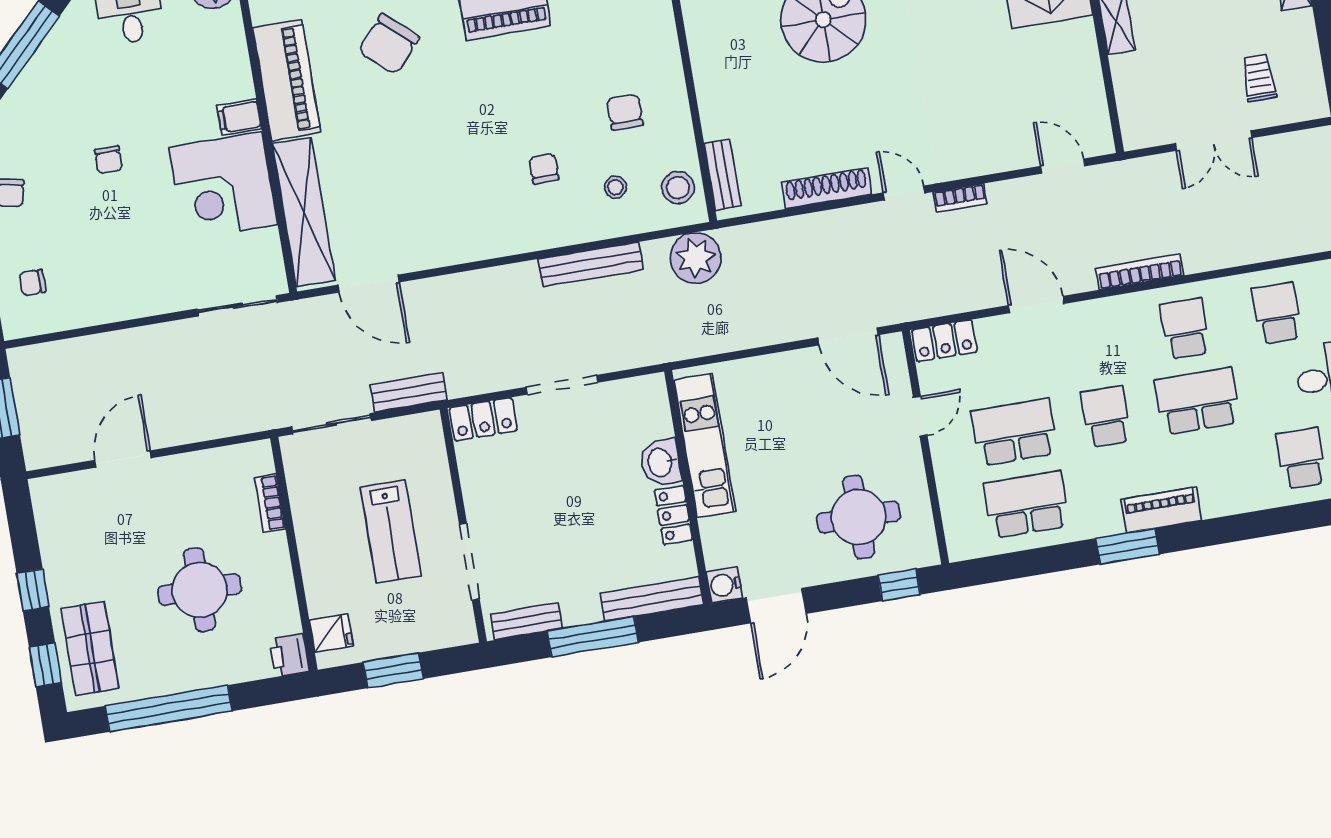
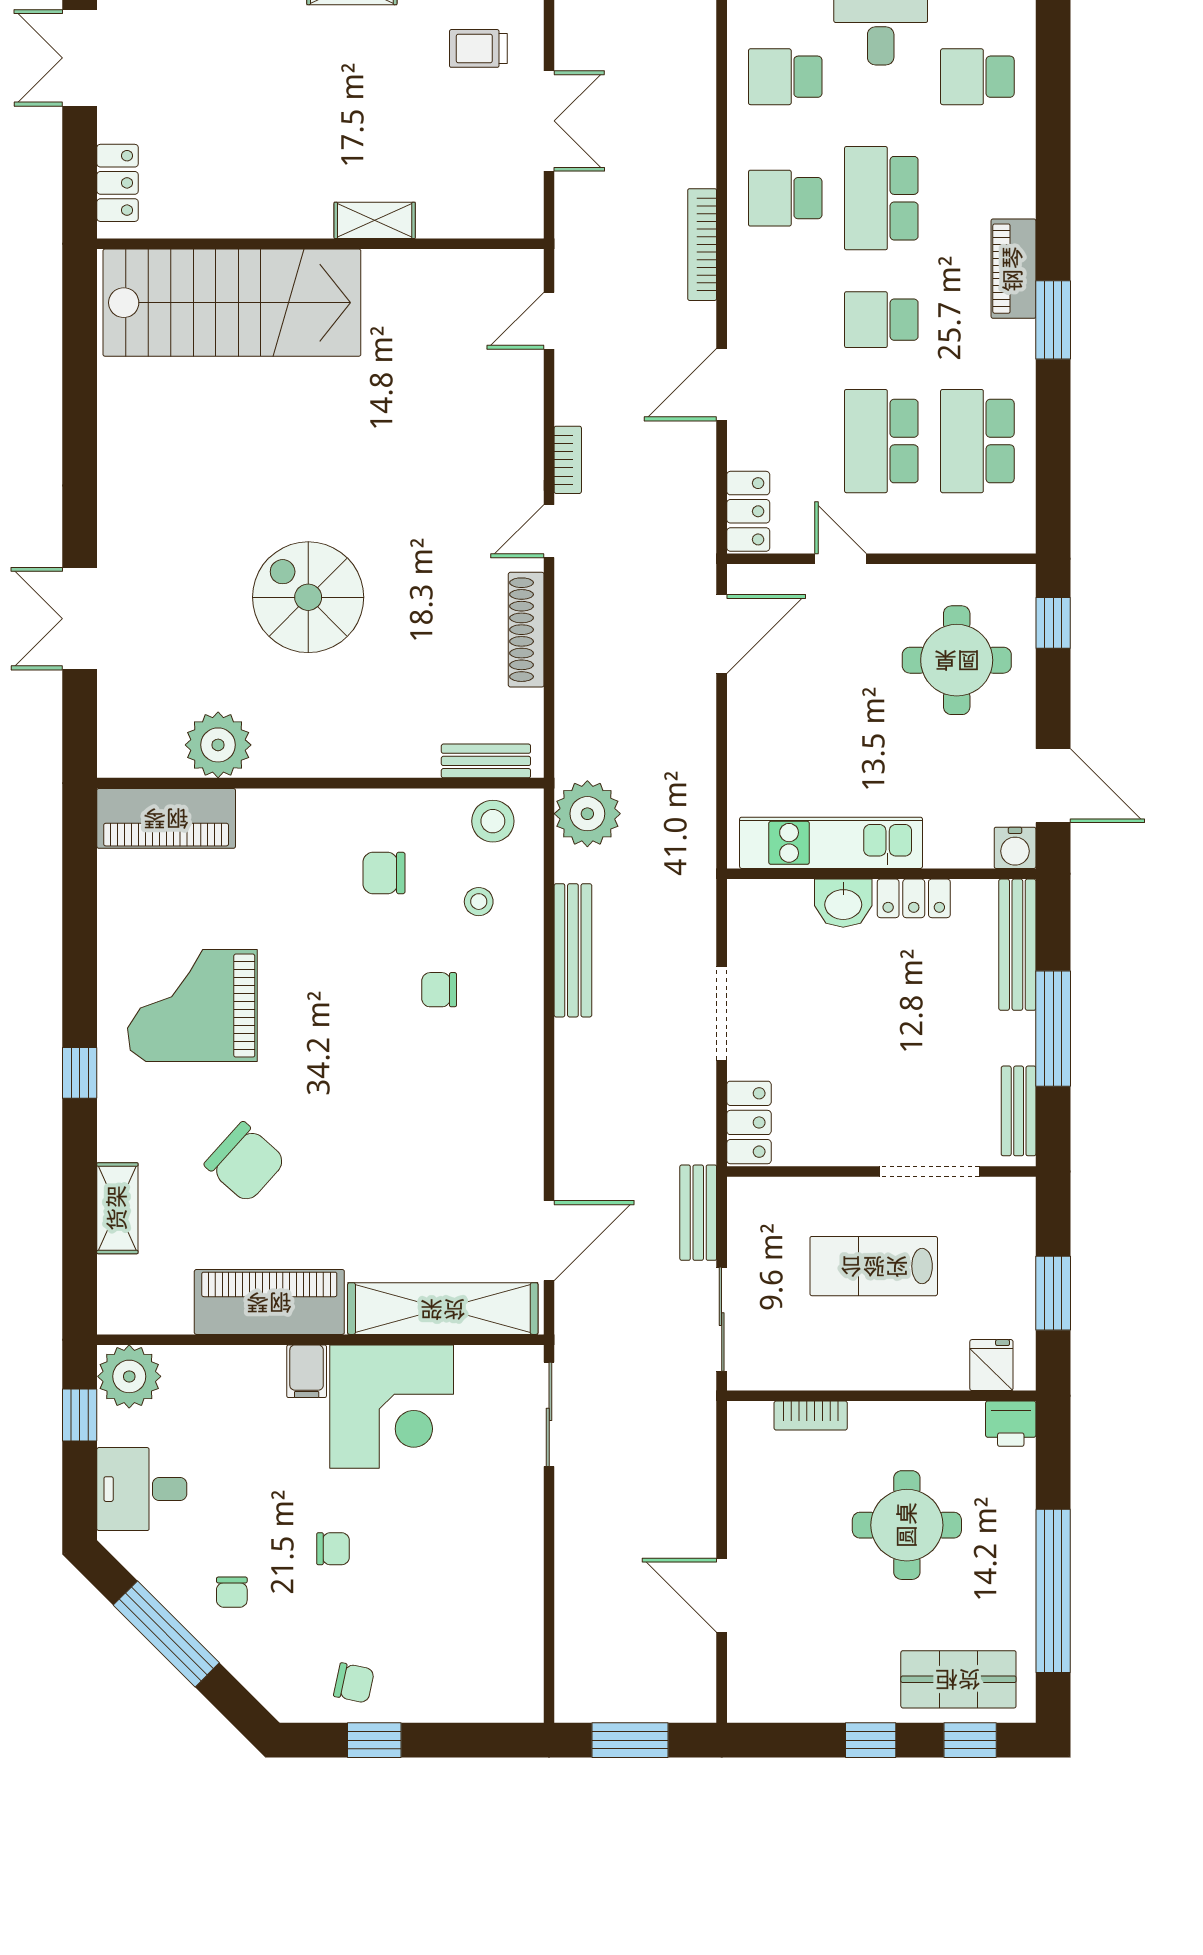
chair: (32, 283) -> (232, 1592), moved
lab bench: (391, 532) -> (874, 1266), turned 180

